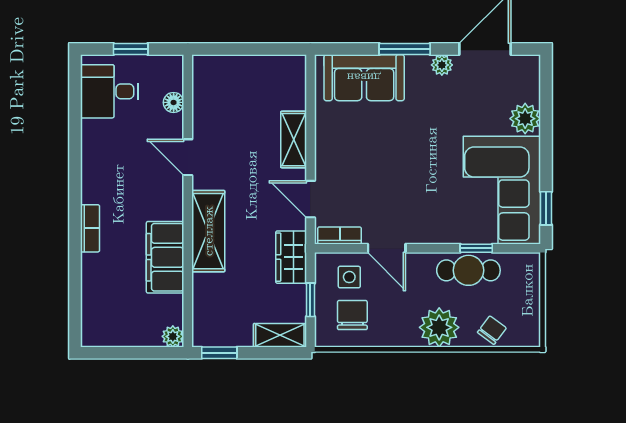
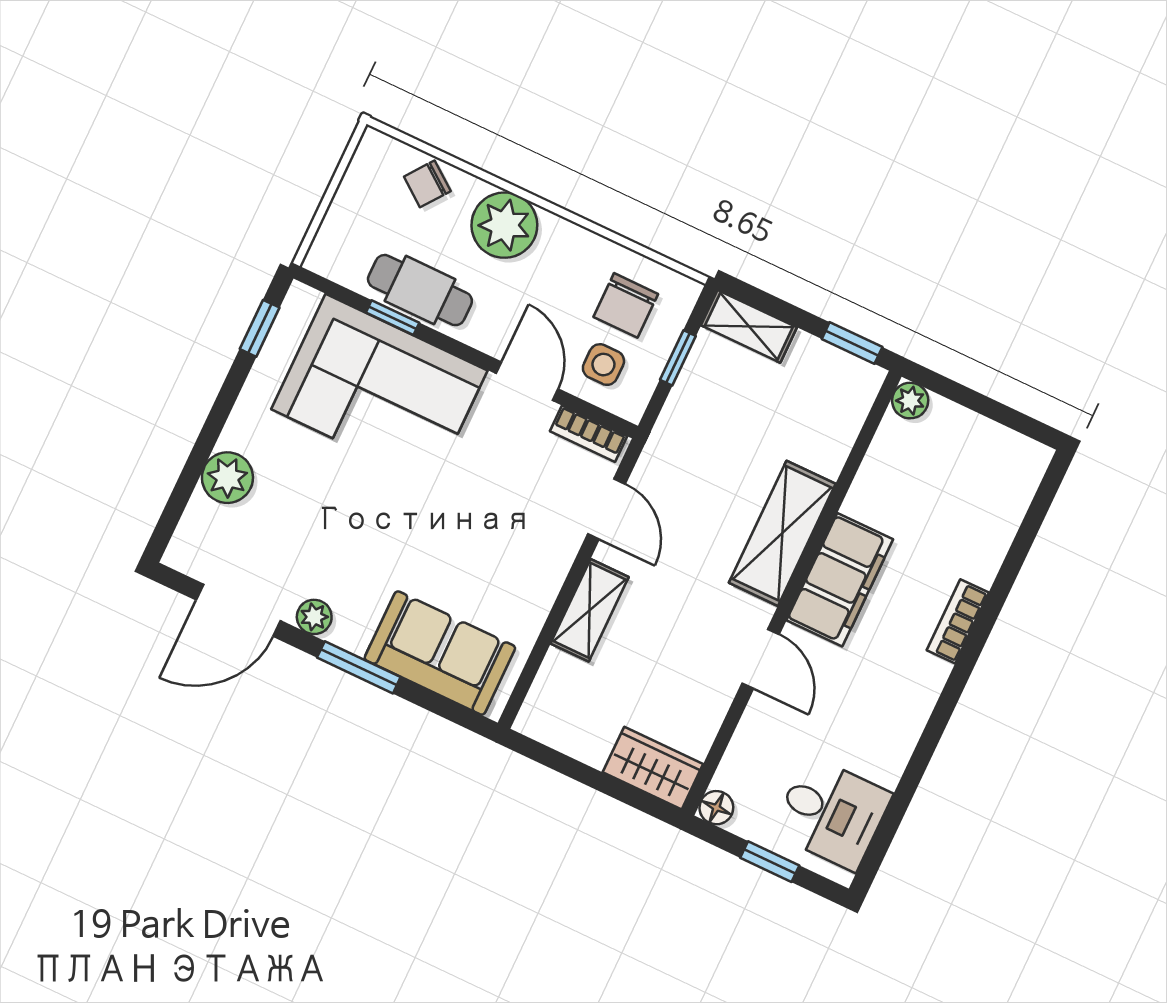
floor lamp: (174, 102) -> (716, 808), moved
corner sofa: (502, 190) -> (379, 390), moved, turned 90
filing cabinet: (165, 257) -> (840, 580), moved
wardrobe: (291, 257) -> (653, 768), moved, turned -90

